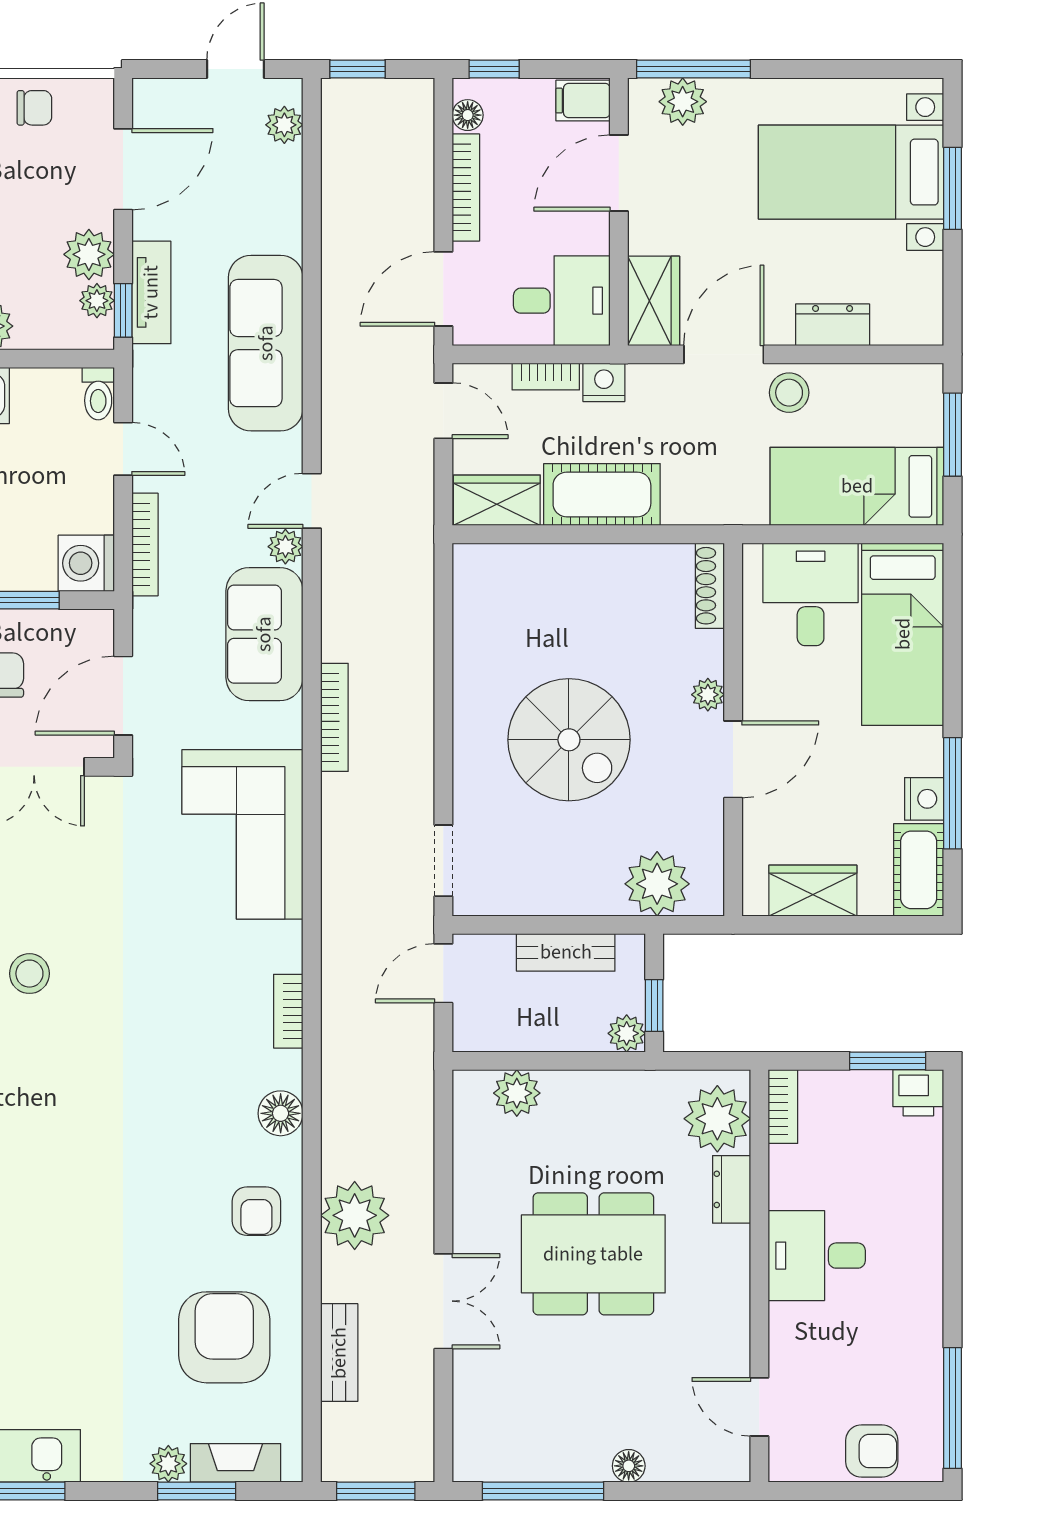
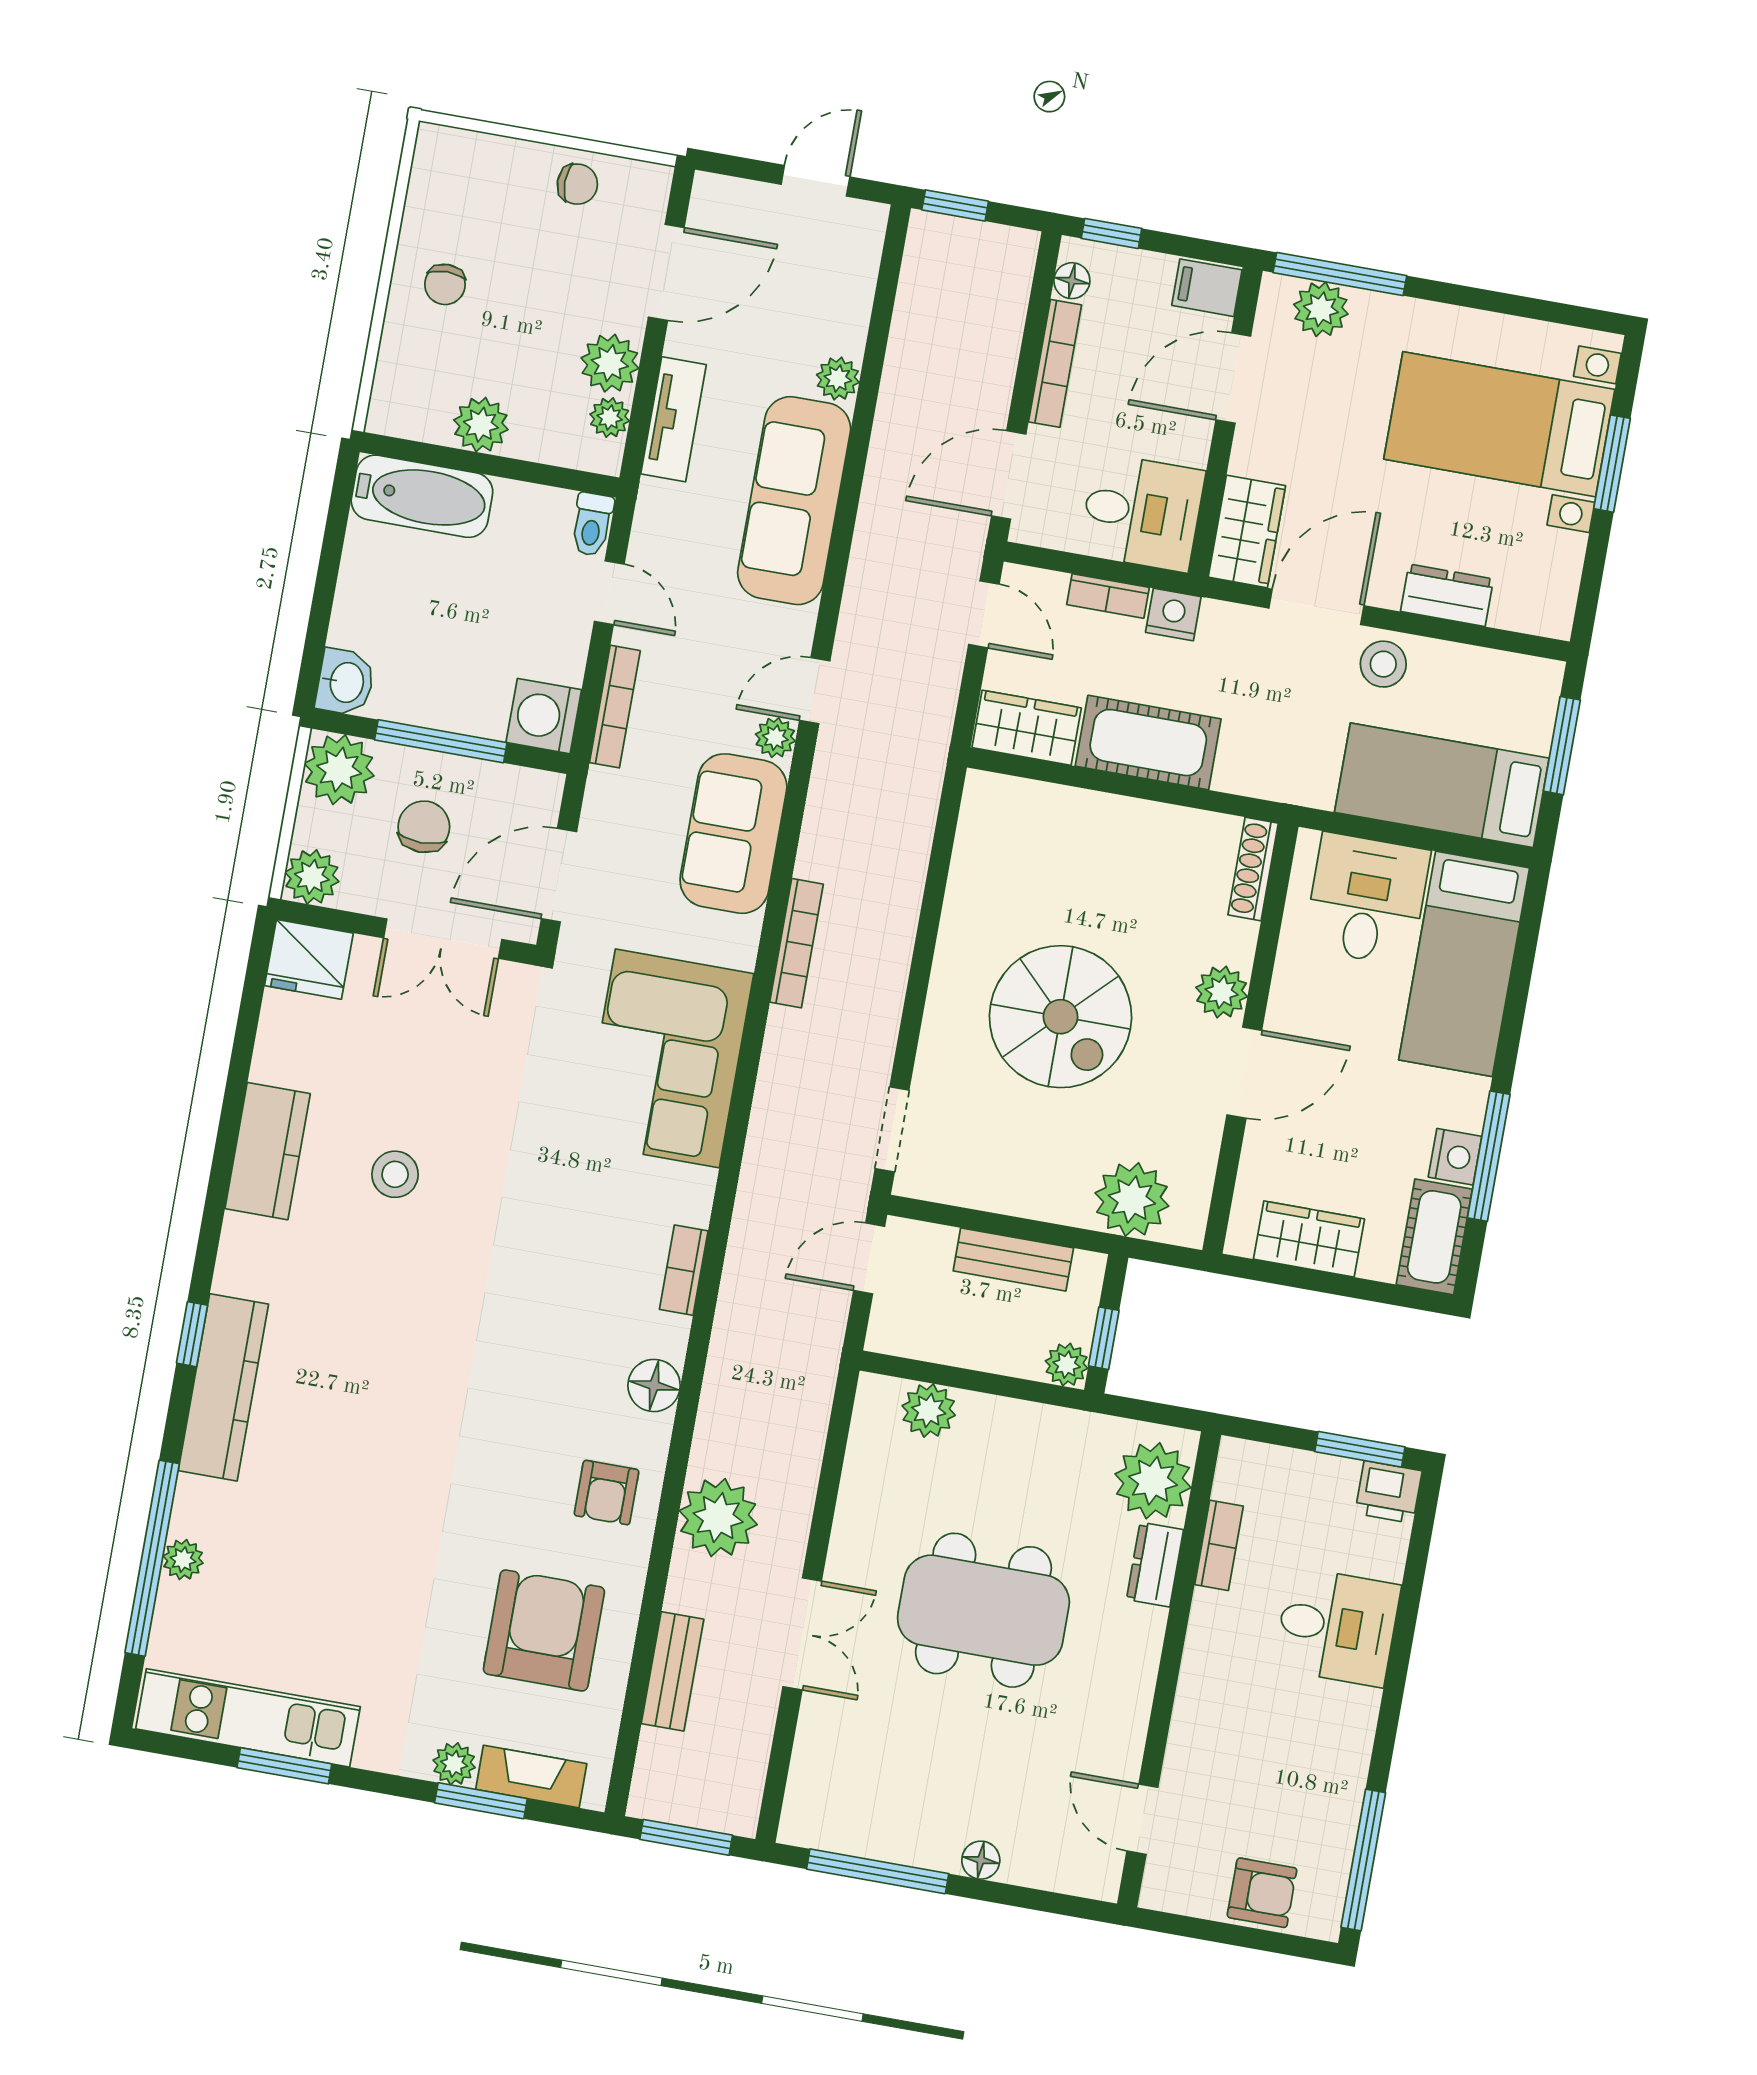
plant: (284, 125) -> (838, 379), moved
window: (123, 310) -> (637, 434), removed
plant: (708, 695) -> (1222, 992), width x1.38, depth x1.38
bookcase: (783, 1107) -> (1219, 1545), moved
desk: (817, 1256) -> (1337, 1627), moved, turned 180

